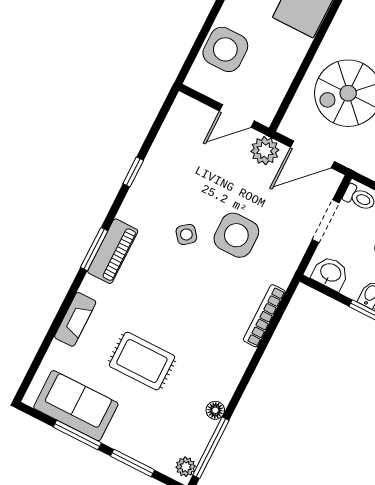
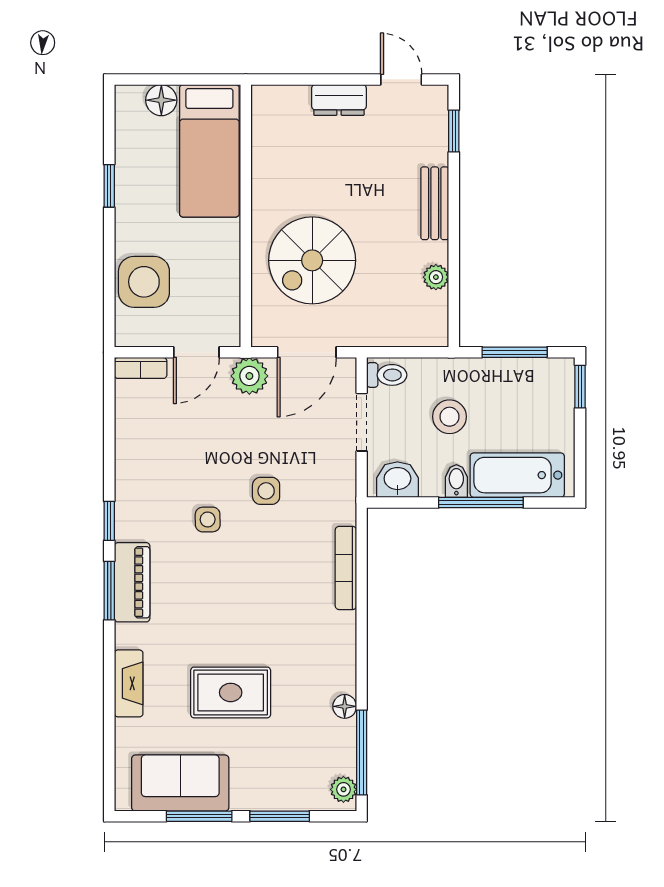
bookcase: (193, 107) -> (141, 368), added
window: (133, 172) -> (109, 521), moved
side table: (186, 234) -> (208, 519), turned 38
side table: (236, 235) -> (266, 491), width x0.54, depth x0.54

